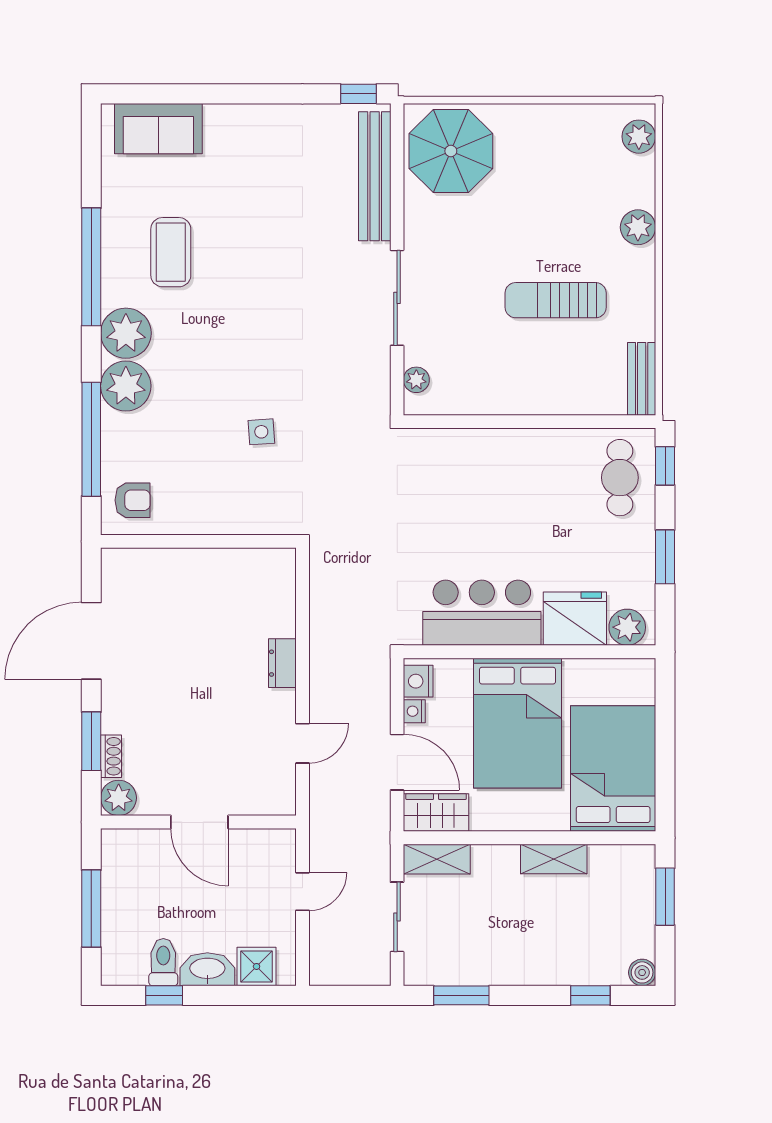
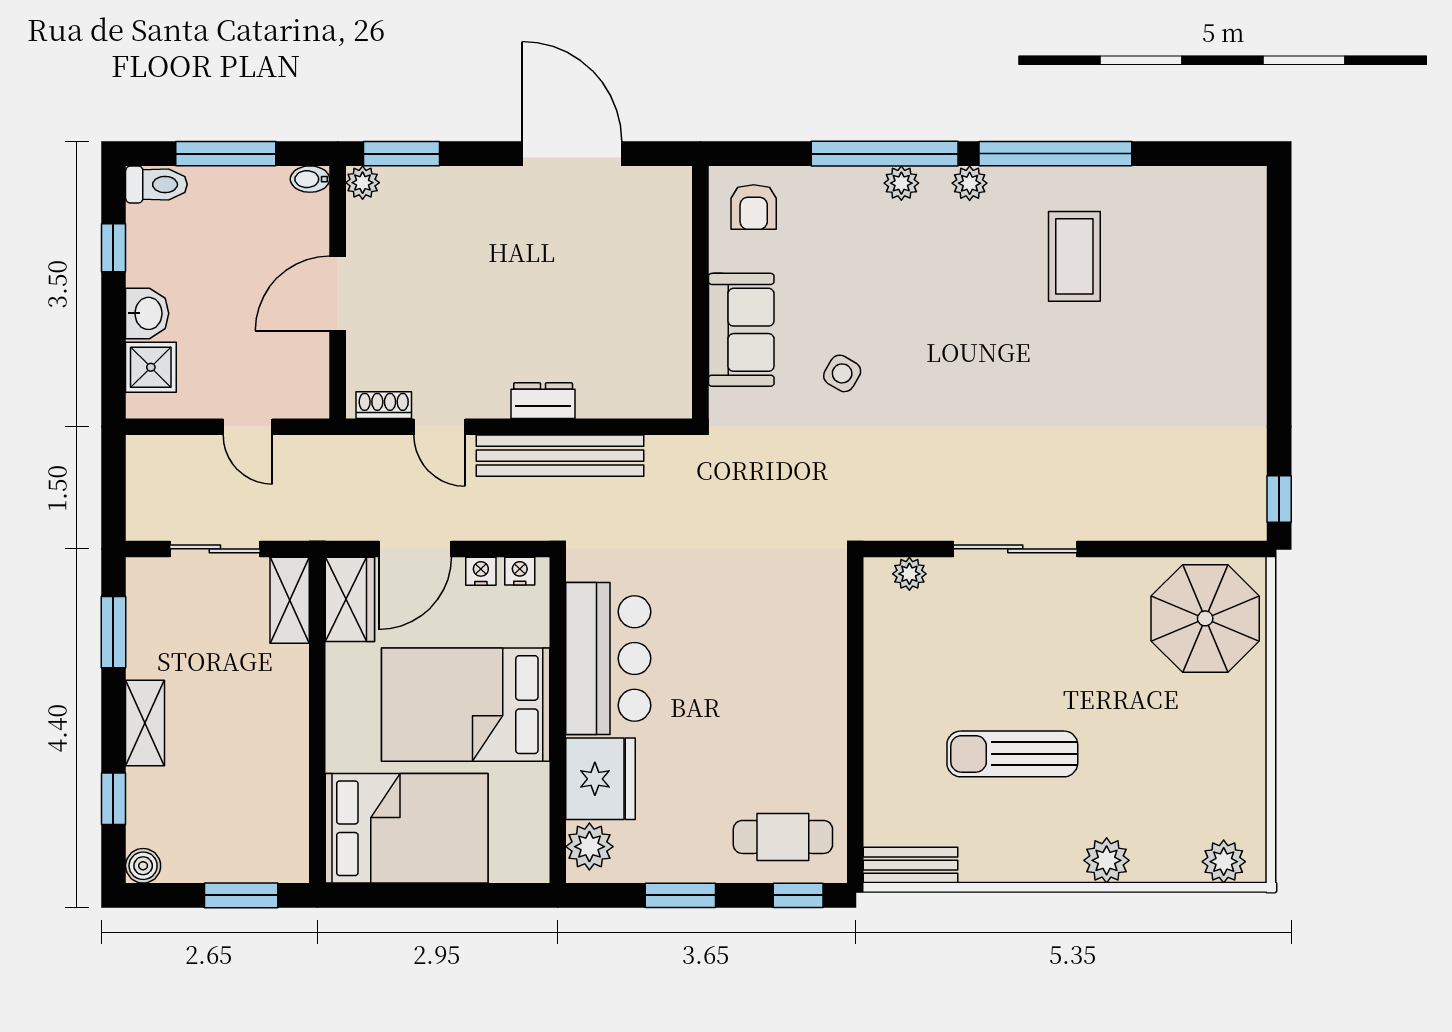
sofa: (158, 129) -> (741, 330), moved, turned 180
bench: (375, 176) -> (560, 456), moved
coffee table: (171, 252) -> (1074, 256), turned 90
sun lounger: (556, 300) -> (1012, 754), turned -90
plant: (126, 333) -> (970, 183), width x0.53, depth x0.53
plant: (126, 386) -> (901, 183), width x0.53, depth x0.53
side table: (261, 432) -> (842, 373), turned 34
window: (91, 439) -> (885, 154), moved
nightstand: (418, 681) -> (520, 571), width x0.72, depth x0.74
window: (91, 741) -> (401, 154), moved
shoe rack: (111, 756) -> (384, 405), moved, turned 180
plant: (119, 798) -> (363, 183), width x0.73, depth x0.73
bidet: (111, 843) -> (310, 179), added
shelving: (554, 859) -> (145, 723), moved
toilet: (163, 962) -> (156, 184), moved
washbasin: (207, 969) -> (147, 313), width x0.72

